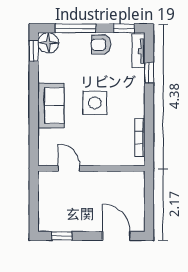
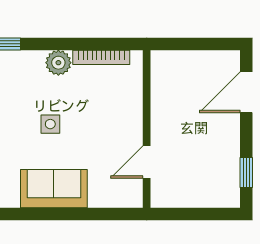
side table: (95, 103) -> (50, 124), width x0.54, depth x0.54
plant: (136, 108) -> (58, 63), added

